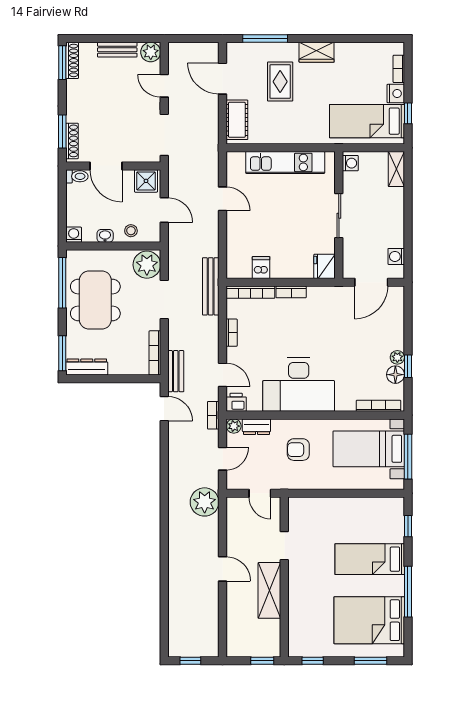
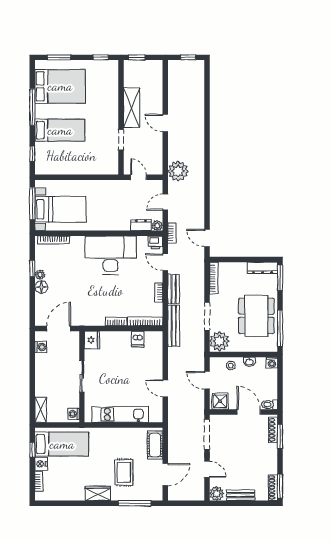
door: (222, 79) -> (165, 475), hinge flipped
bench: (176, 371) -> (174, 289), moved
floor lamp: (395, 375) -> (41, 287), moved
armchair: (298, 450) -> (111, 209), removed

